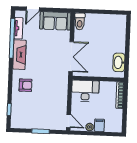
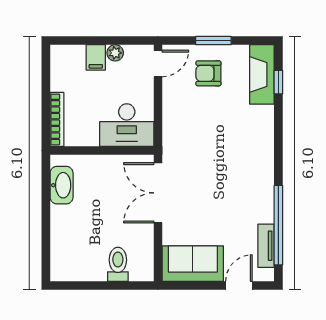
toilet: (80, 21) -> (118, 264), moved
fireplace: (19, 55) -> (262, 74), moved
armchair: (25, 85) -> (208, 73), moved
door: (69, 121) -> (158, 63), swing flipped

